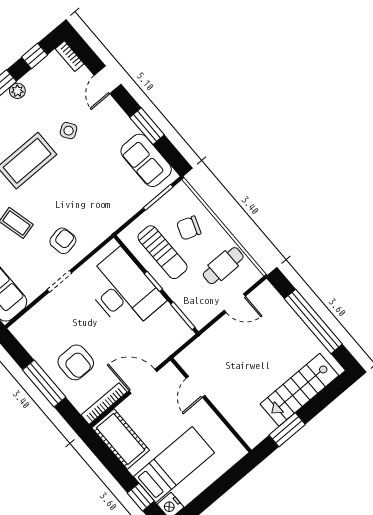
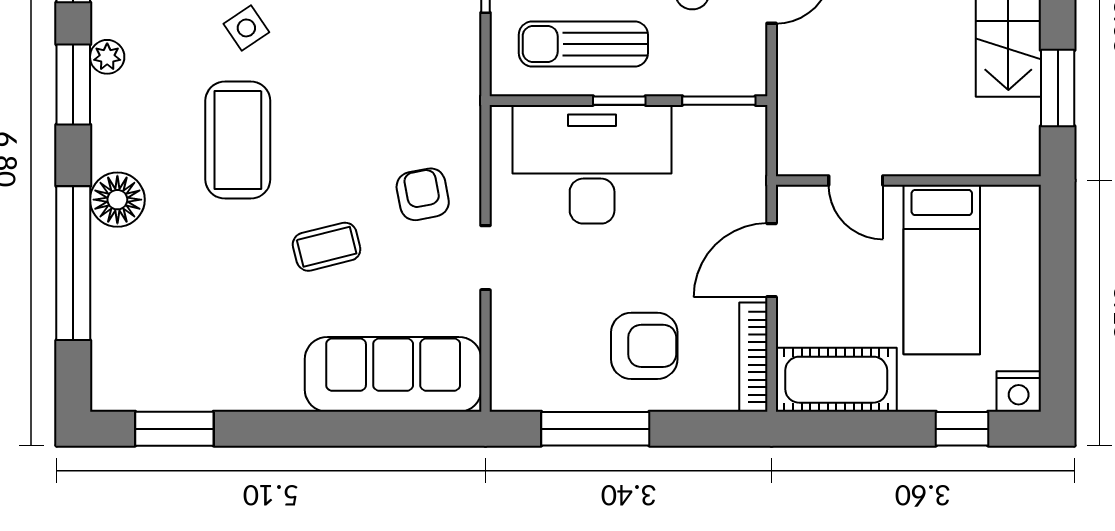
sun lounger: (162, 252) -> (583, 44), turned 180
window: (44, 383) -> (595, 429), moved
bed: (174, 465) -> (942, 270), moved, turned 180

